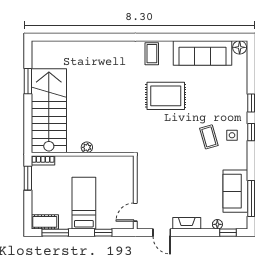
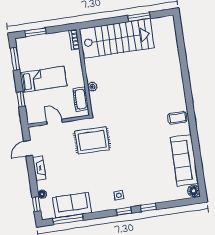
rug: (166, 96) -> (92, 140), moved, turned 90
coffee table: (209, 137) -> (115, 176), removed
plant: (87, 147) -> (92, 87), moved
window: (28, 178) -> (35, 32), moved
door: (135, 212) -> (55, 122), moved
cot: (45, 222) -> (81, 99), moved

